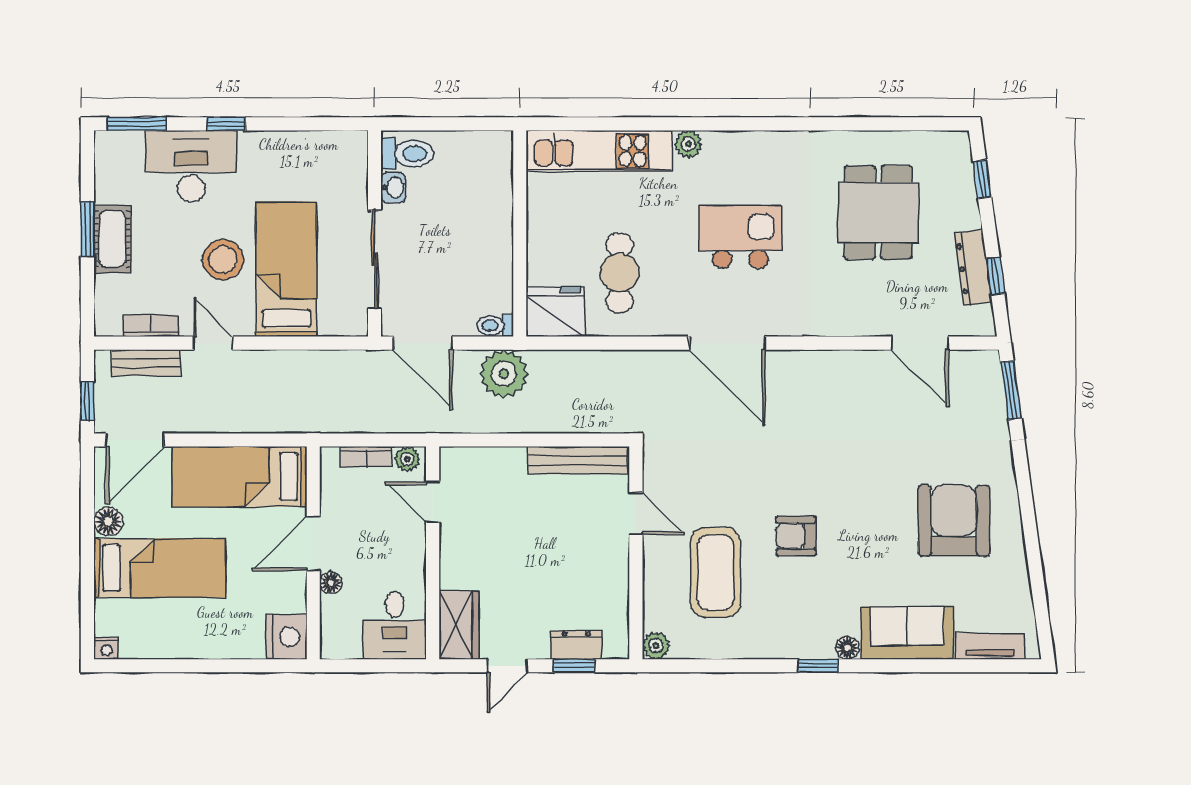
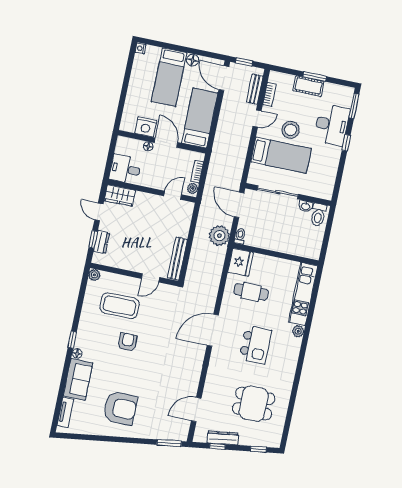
door: (423, 343) -> (239, 205), hinge flipped
nightstand: (286, 637) -> (146, 127), moved

